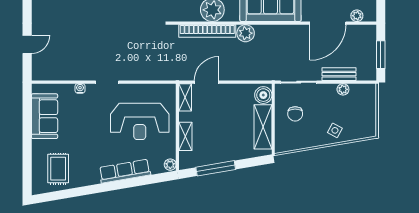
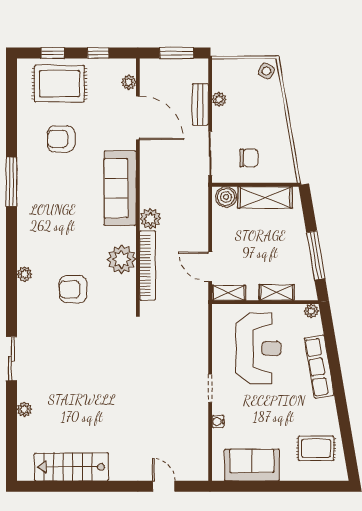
side table: (335, 130) -> (266, 71), moved

